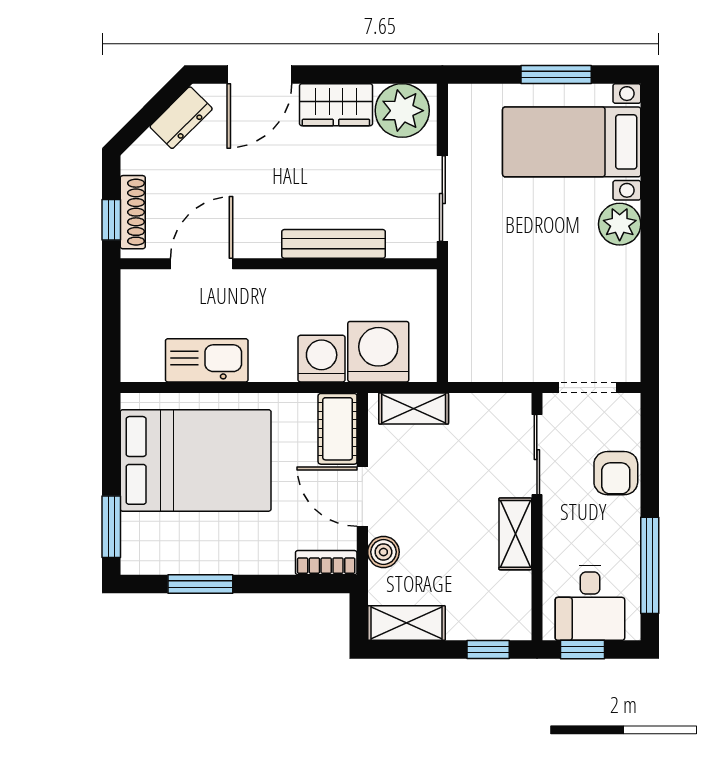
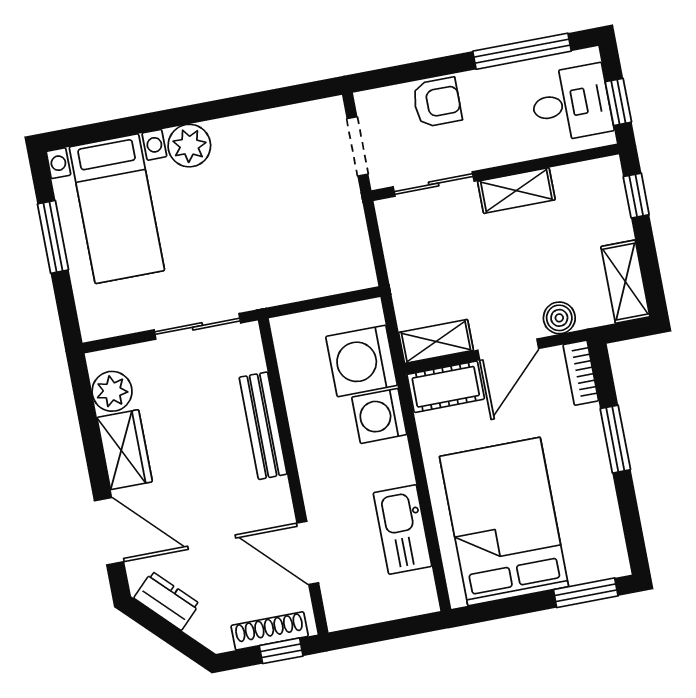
plant: (402, 111) -> (112, 391), width x0.73, depth x0.73
shelving: (414, 409) -> (436, 341), moved, turned 90
window: (200, 584) -> (615, 439), moved

